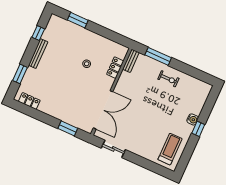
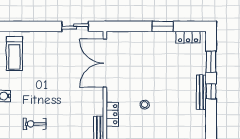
window: (38, 33) -> (211, 91), moved
exercise bike: (168, 79) -> (35, 124), moved
window: (68, 128) -> (163, 26), moved

